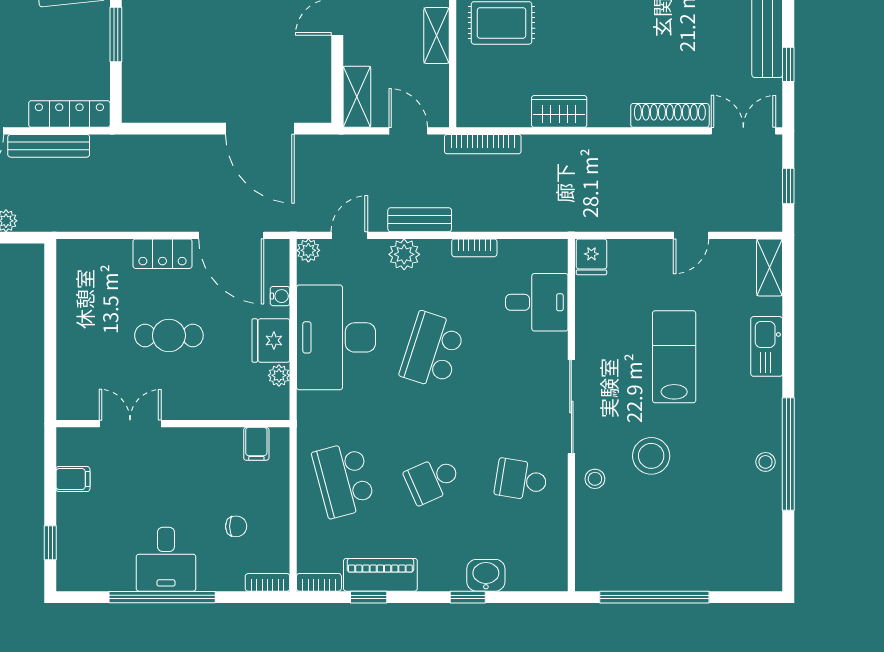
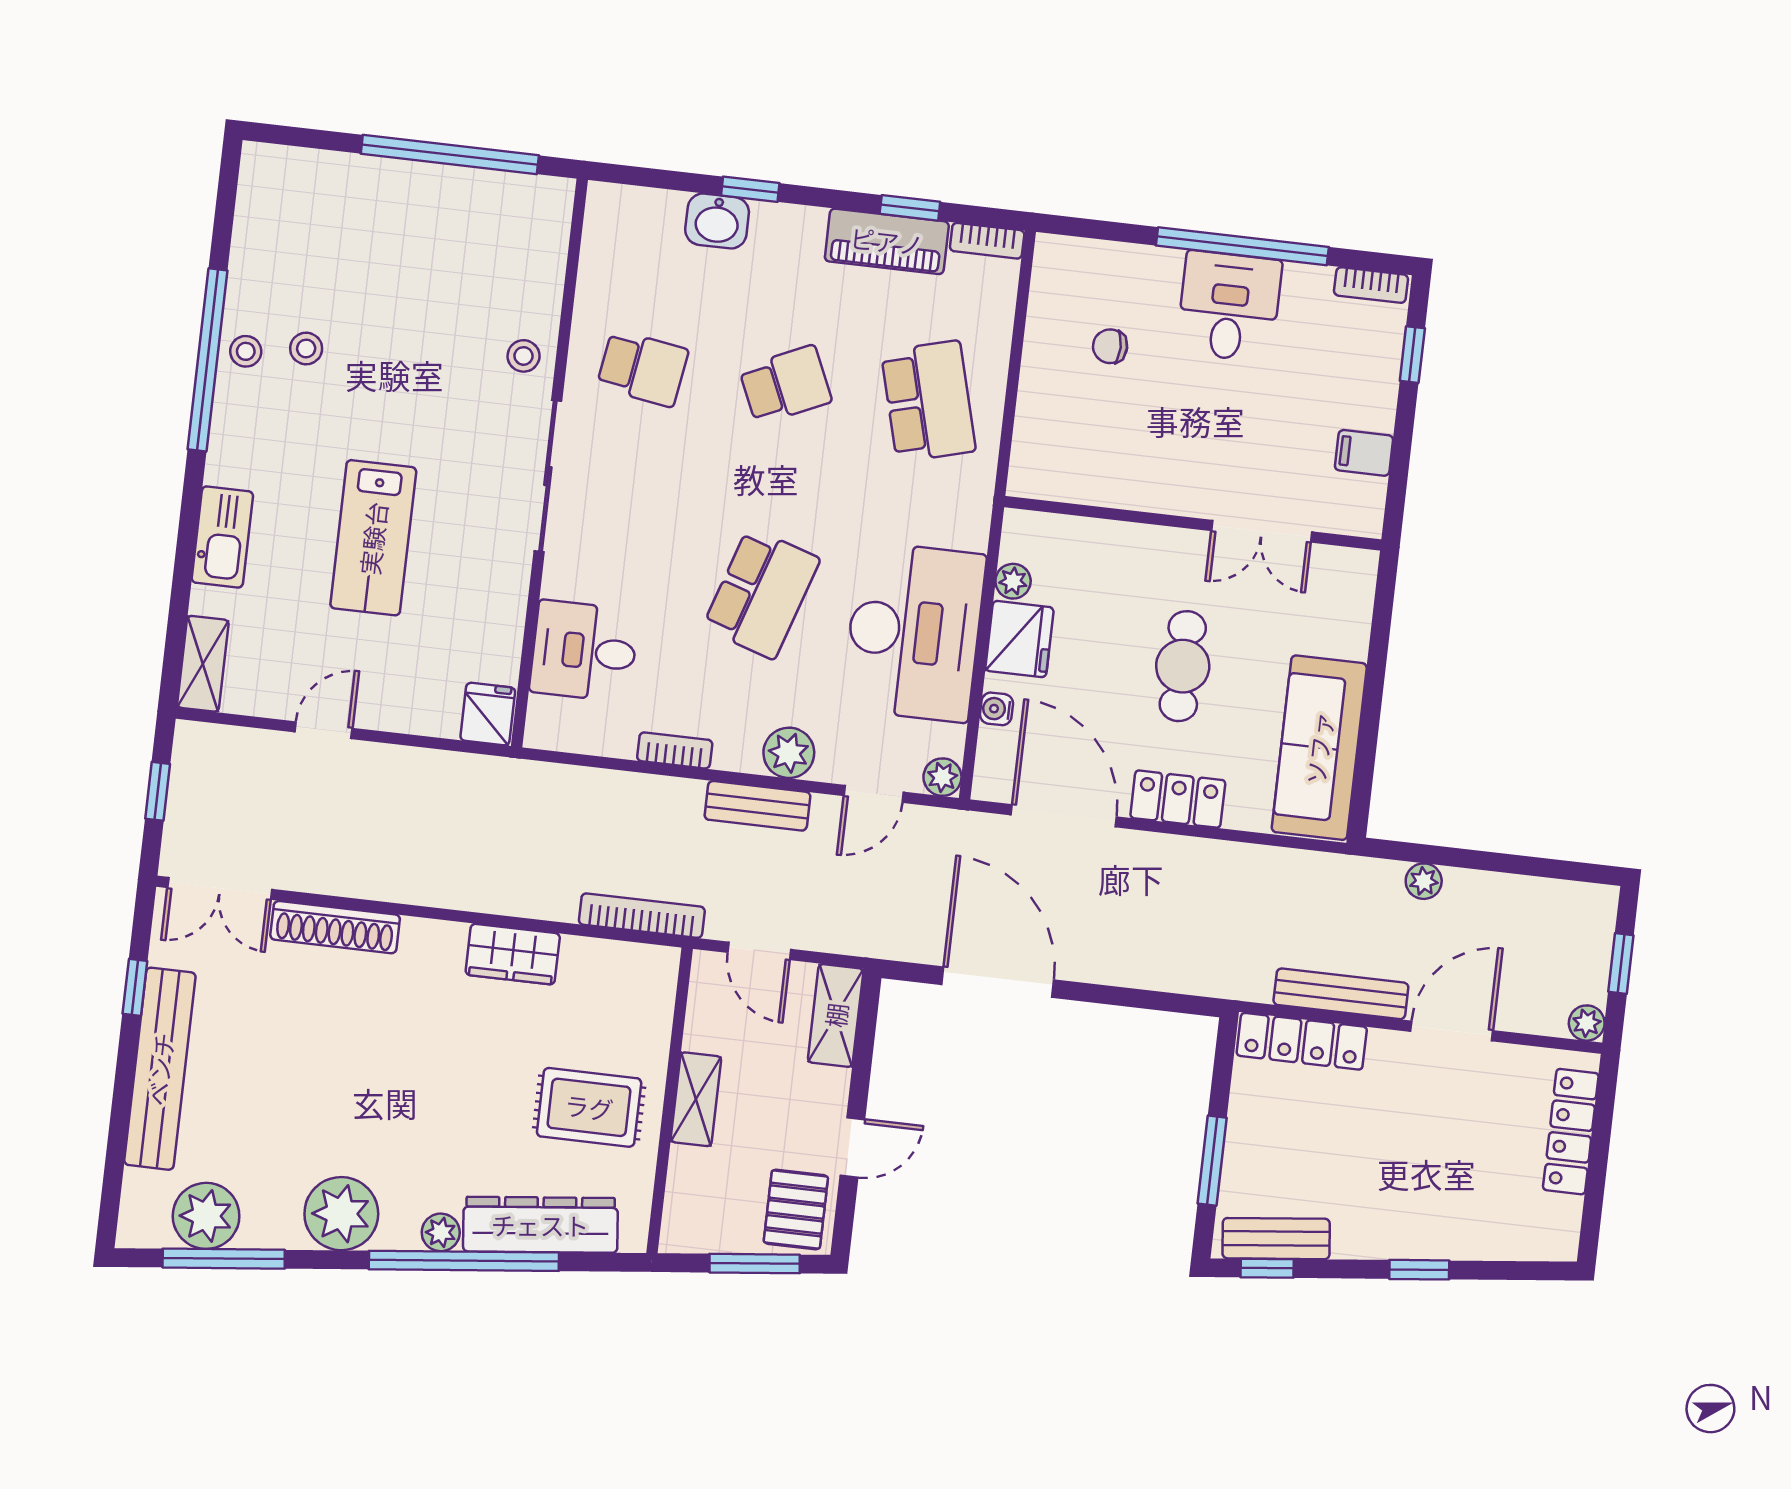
sofa: (79, 295) -> (1319, 748), added
cafe table: (169, 335) -> (1183, 666), turned 90
filing cabinet: (256, 444) -> (1062, 475), removed
stool: (651, 456) -> (306, 348), moved, width x0.53, depth x0.53
bookcase: (268, 582) -> (1371, 285), moved

